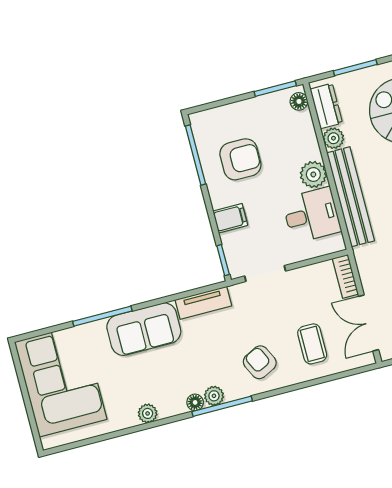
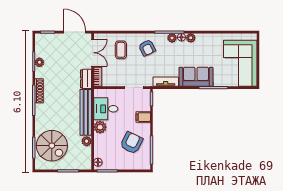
dresser: (326, 106) -> (86, 79), moved
armchair: (240, 159) -> (132, 143), turned 116
plant: (148, 413) -> (191, 38), moved

